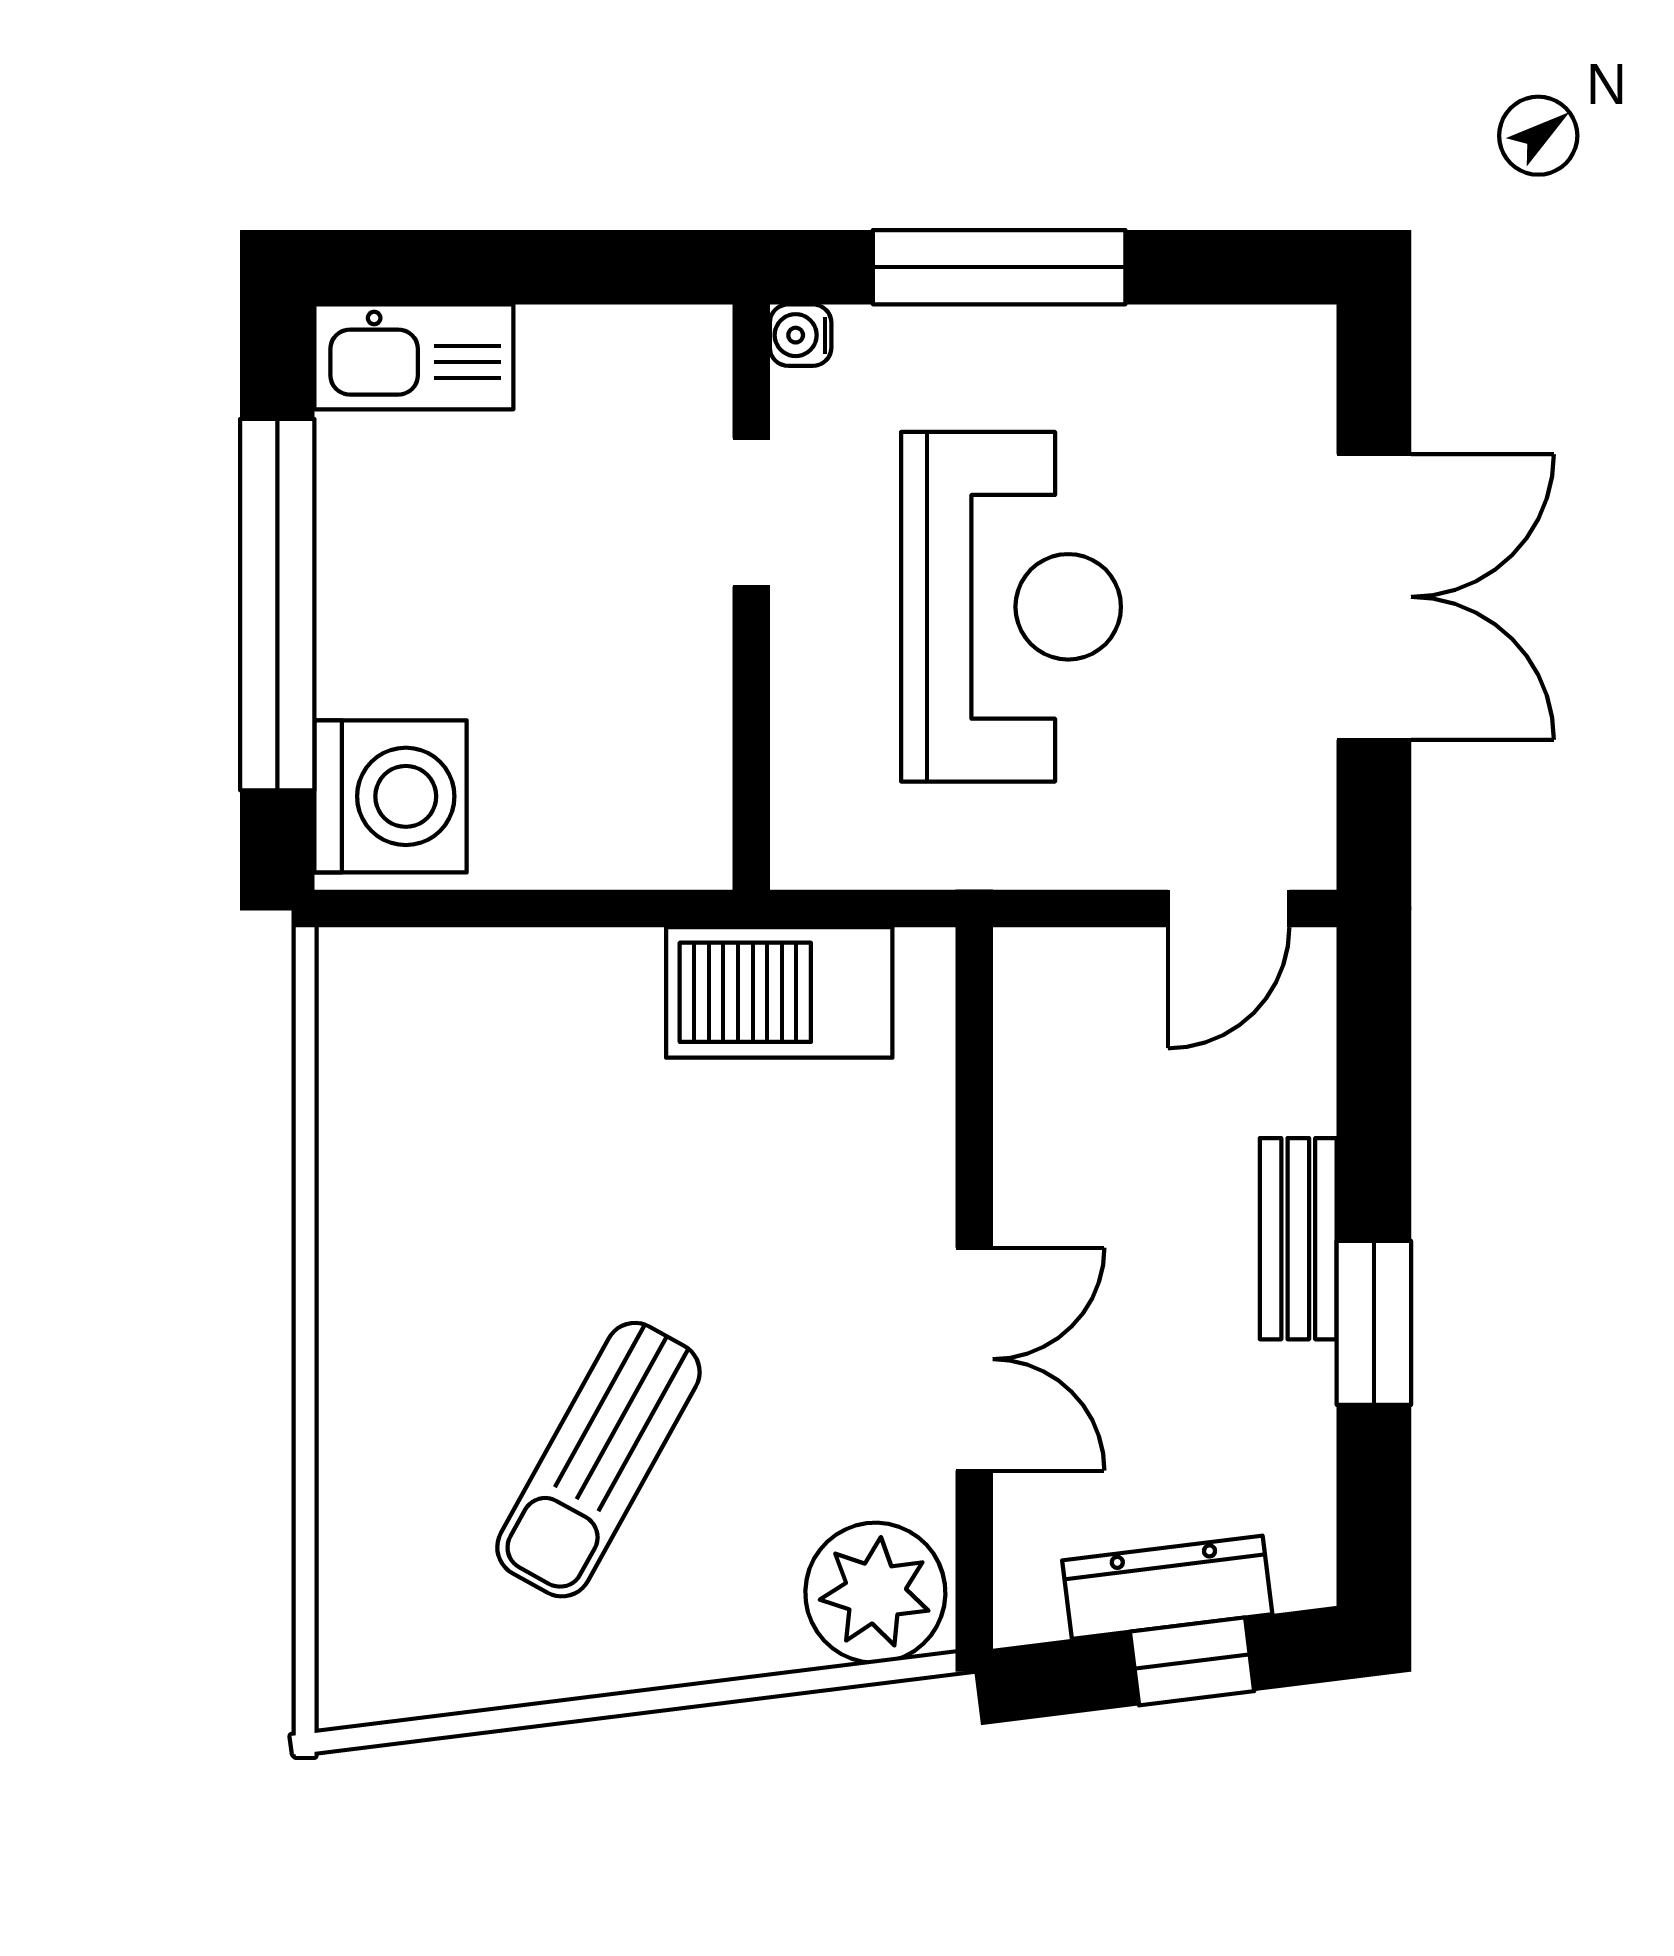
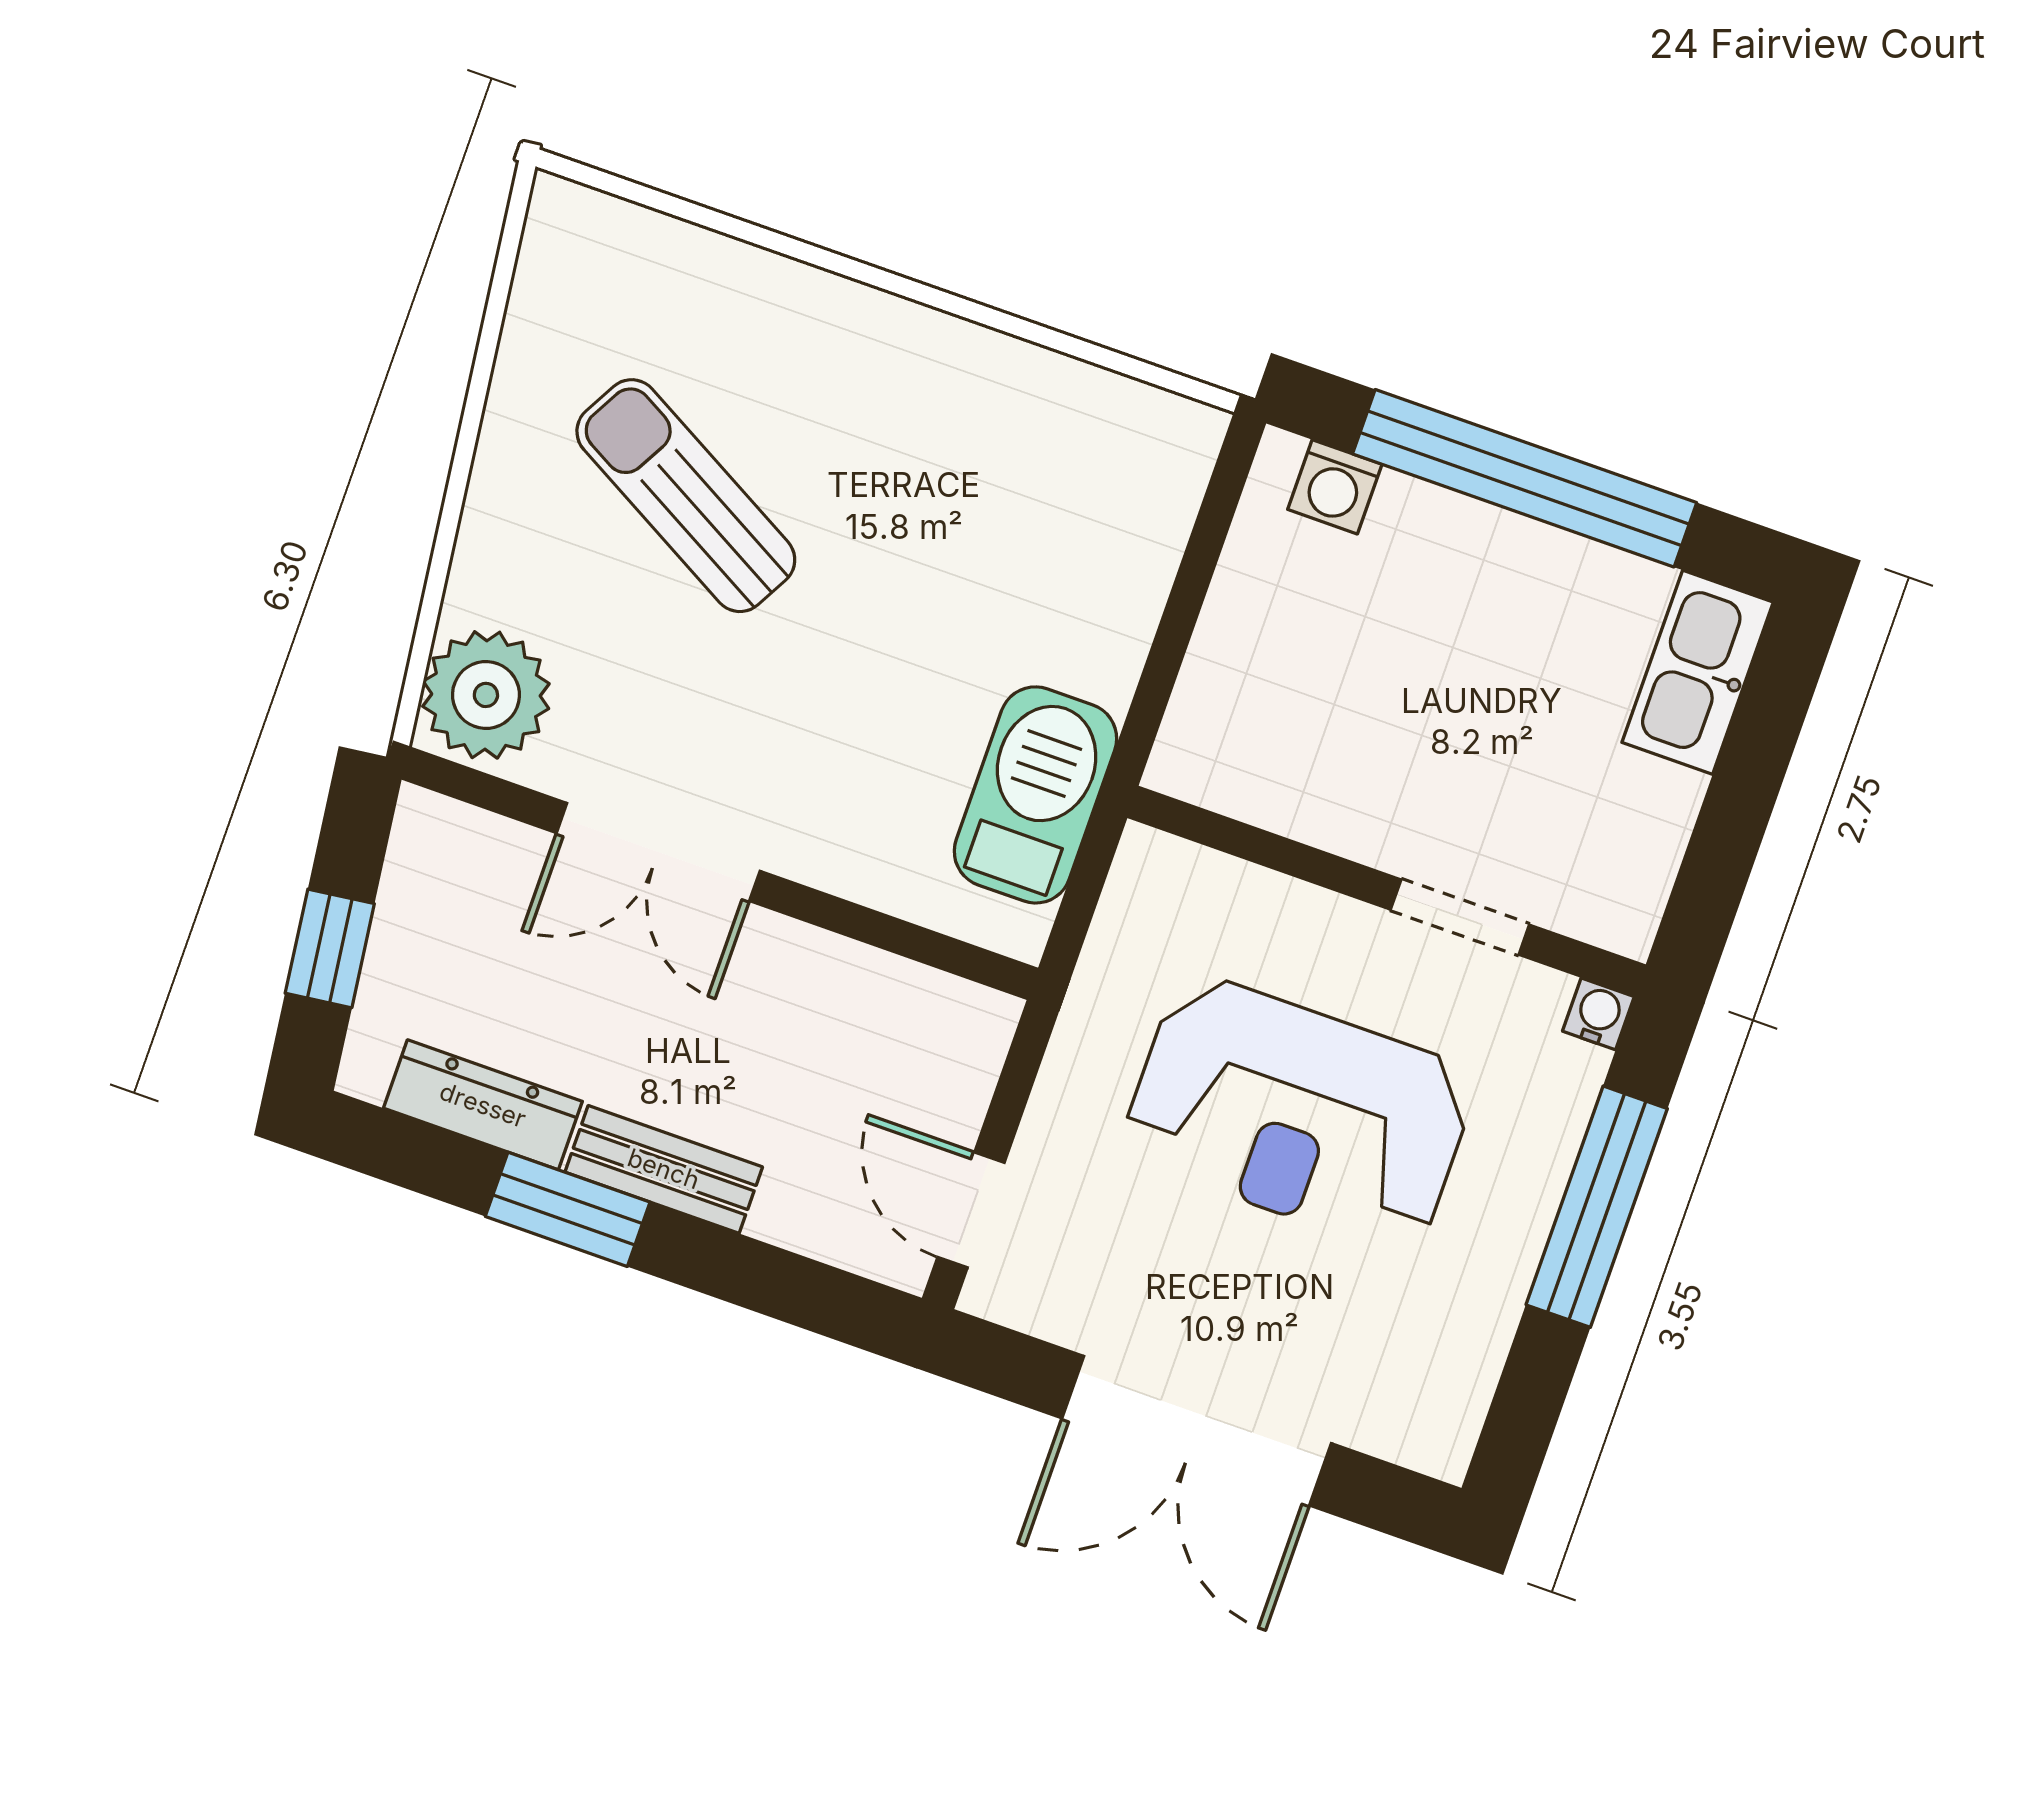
washing machine: (391, 796) -> (1335, 487), width x0.53, depth x0.53
dresser: (1167, 1587) -> (483, 1105), moved, turned -83

